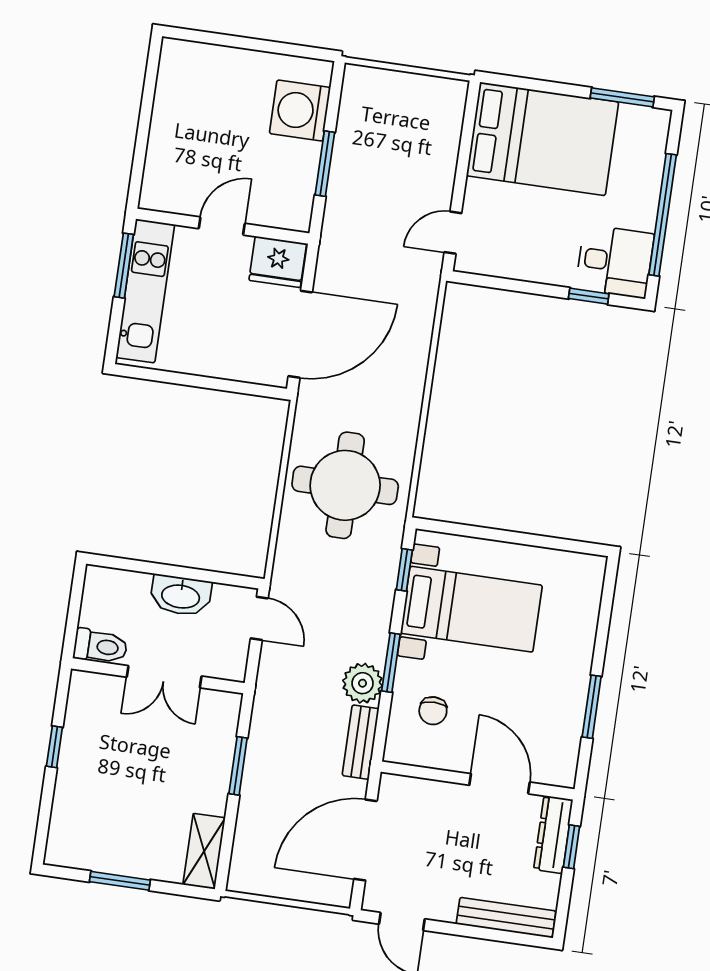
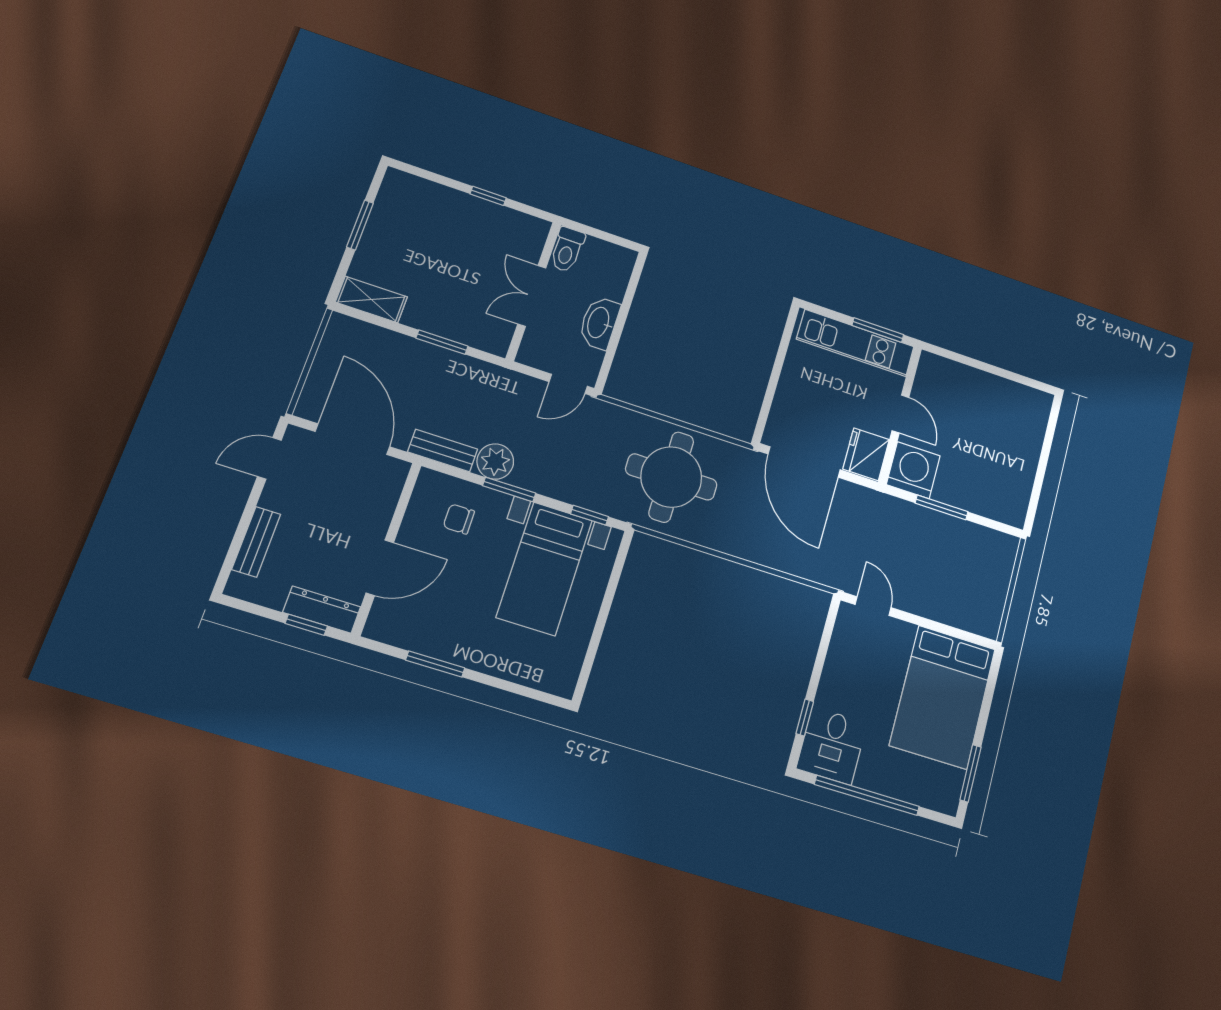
washing machine: (300, 111) -> (913, 470), moved
bench: (506, 918) -> (256, 542), width x0.73

